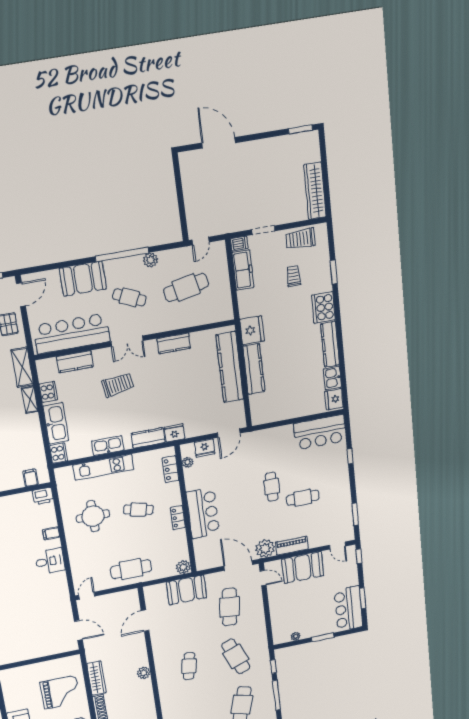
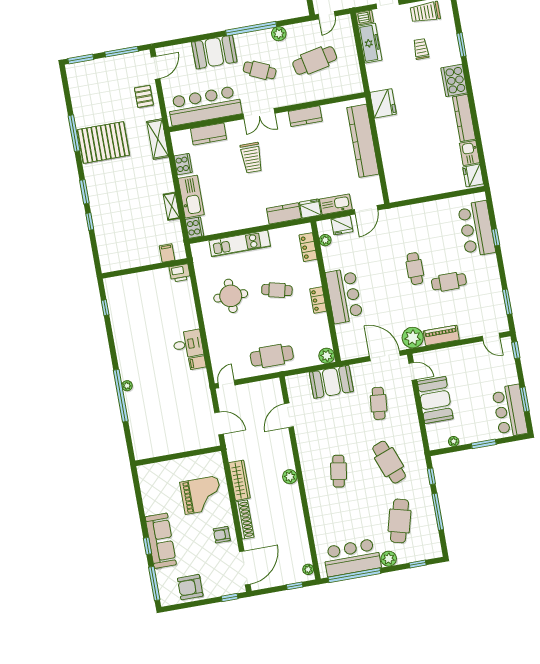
kitchen counter: (254, 369) -> (387, 143), removed
trolley: (118, 385) -> (251, 158), turned 99
shelving: (30, 400) -> (171, 206), moved
bar counter: (320, 432) -> (477, 229), moved, turned 90
kitchen sink: (108, 446) -> (336, 204), moved
filing cabinet: (51, 533) -> (197, 363), moved
booth: (303, 567) -> (435, 400), moved, turned 90
cafe table: (229, 607) -> (379, 403), width x0.73, depth x0.74

